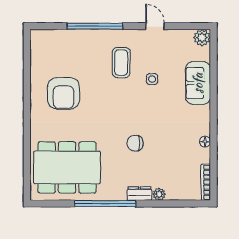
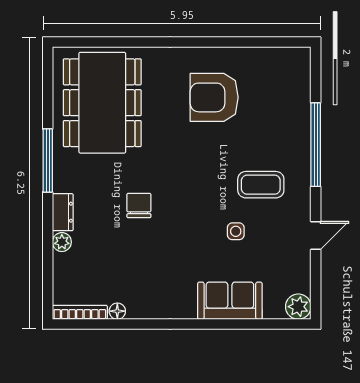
floor lamp: (205, 142) -> (117, 311), moved
window: (105, 204) -> (48, 160), width x0.68

